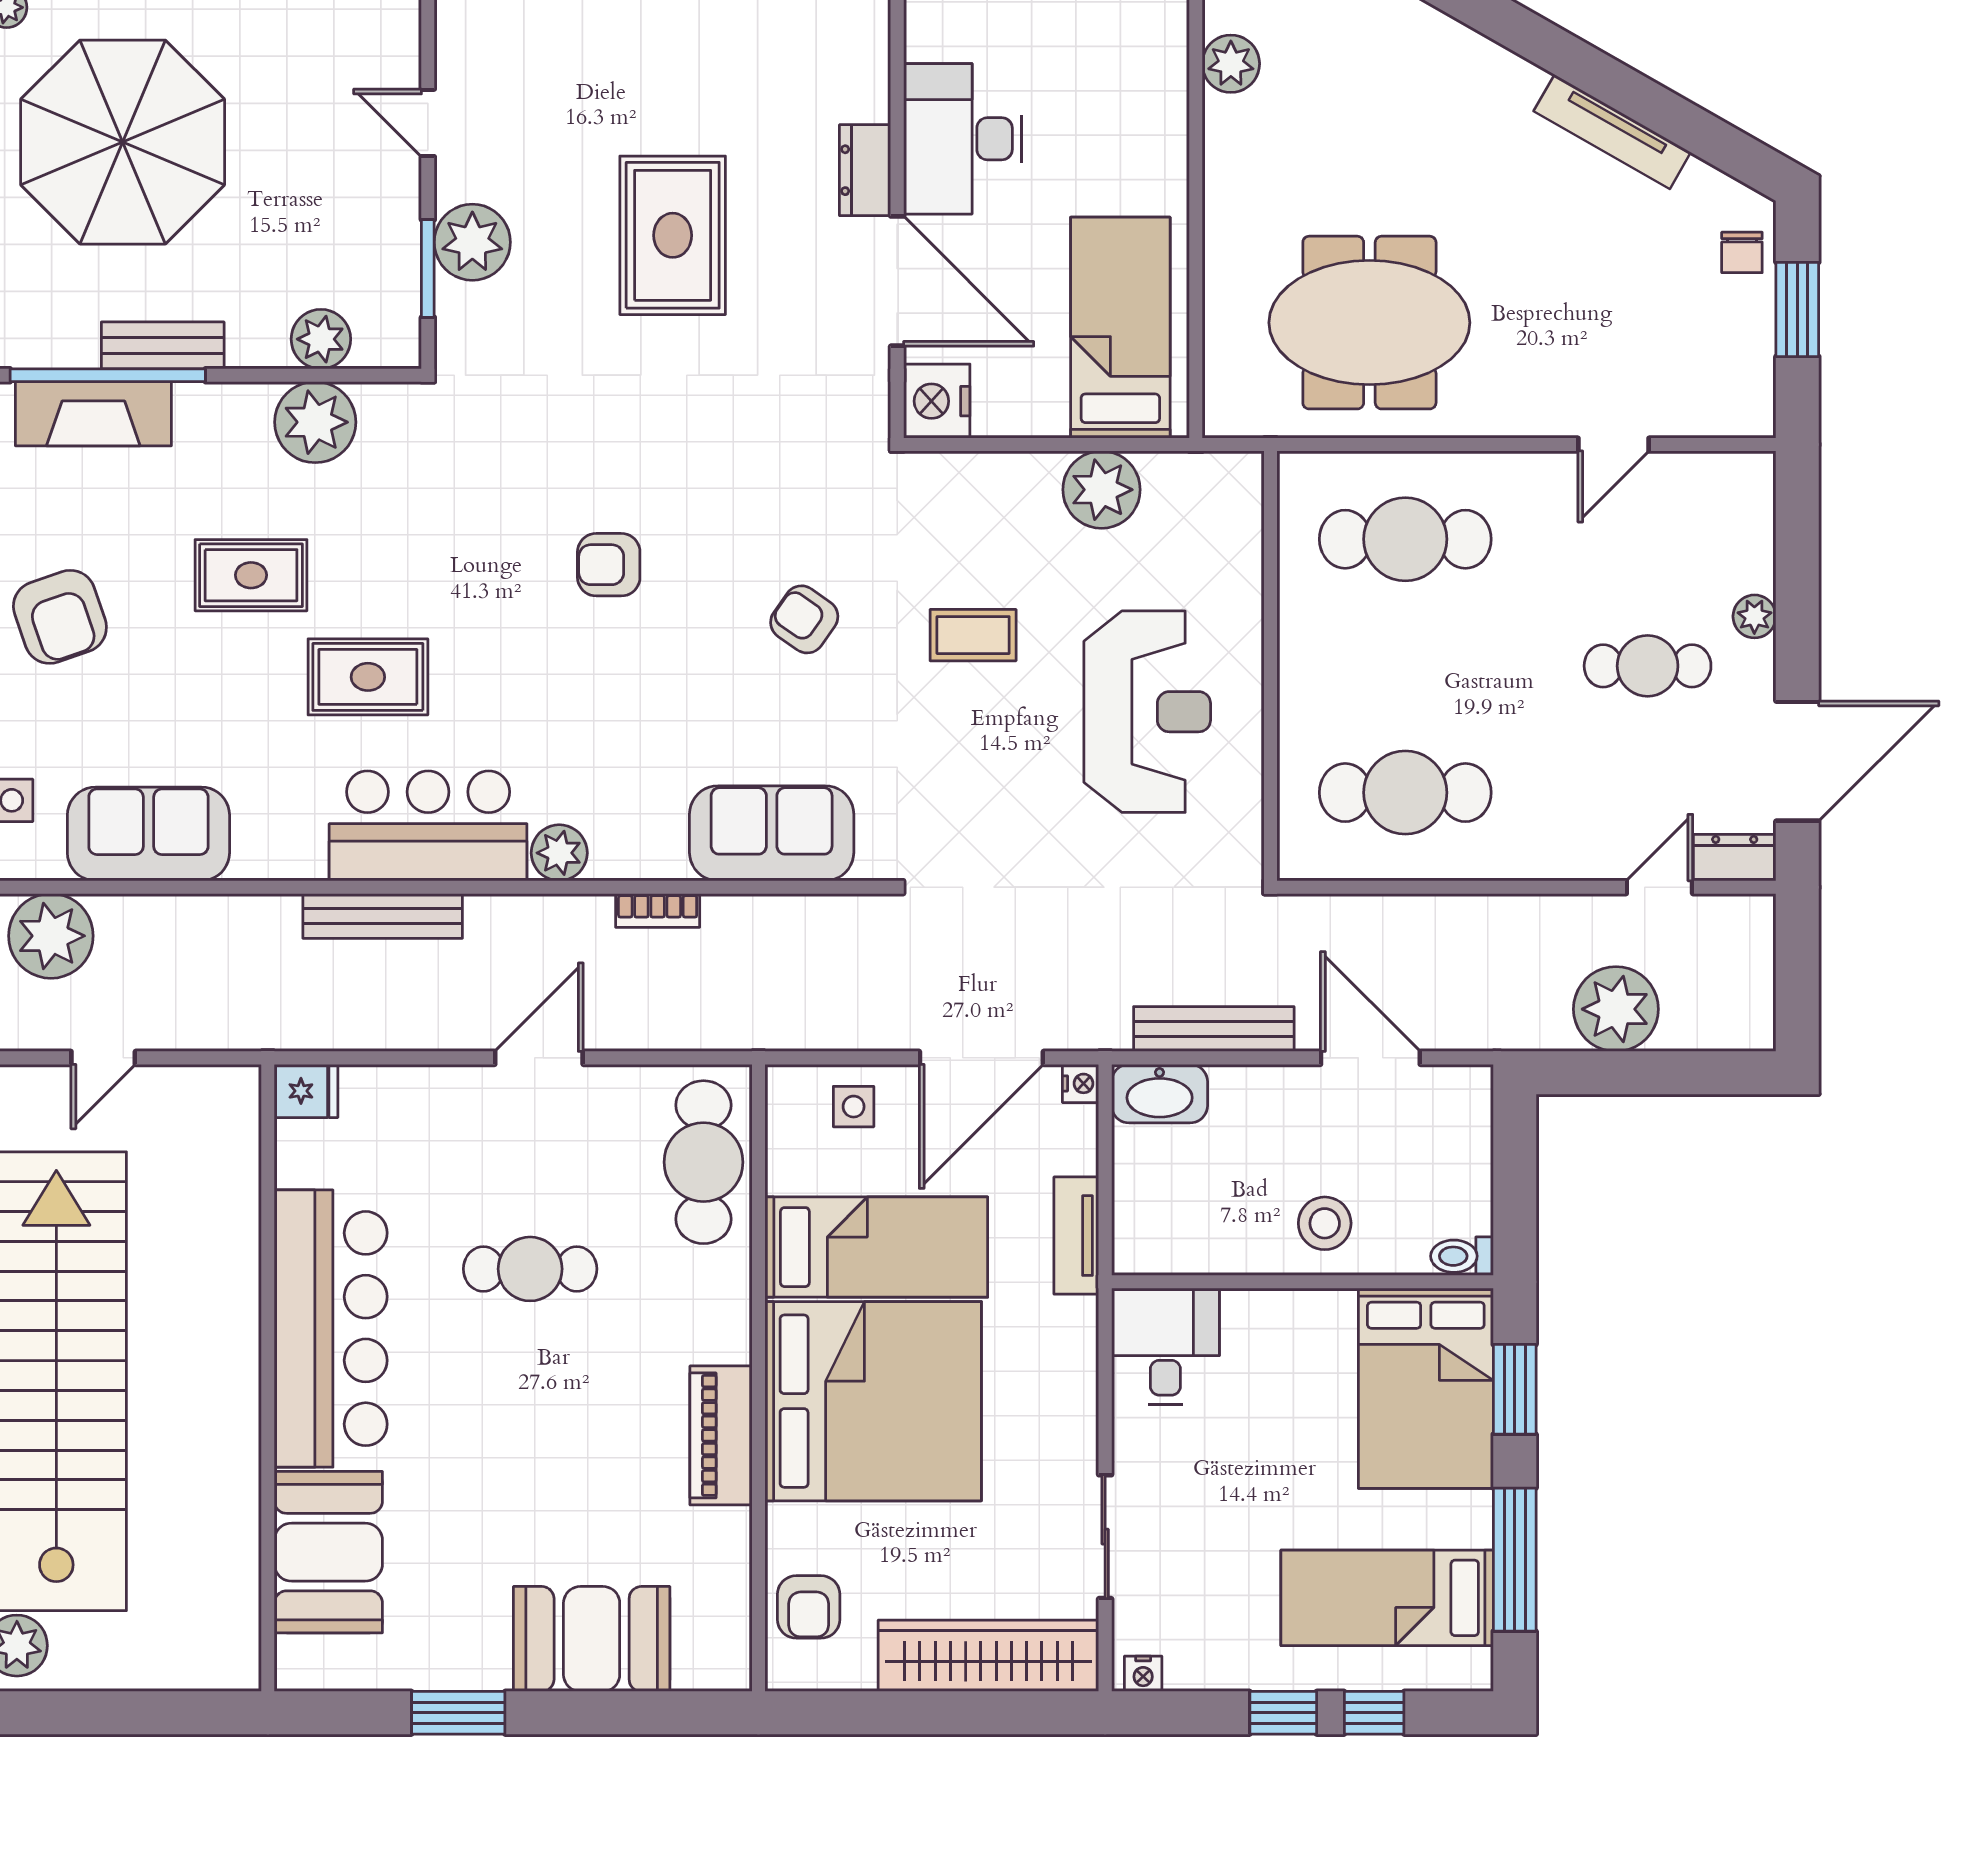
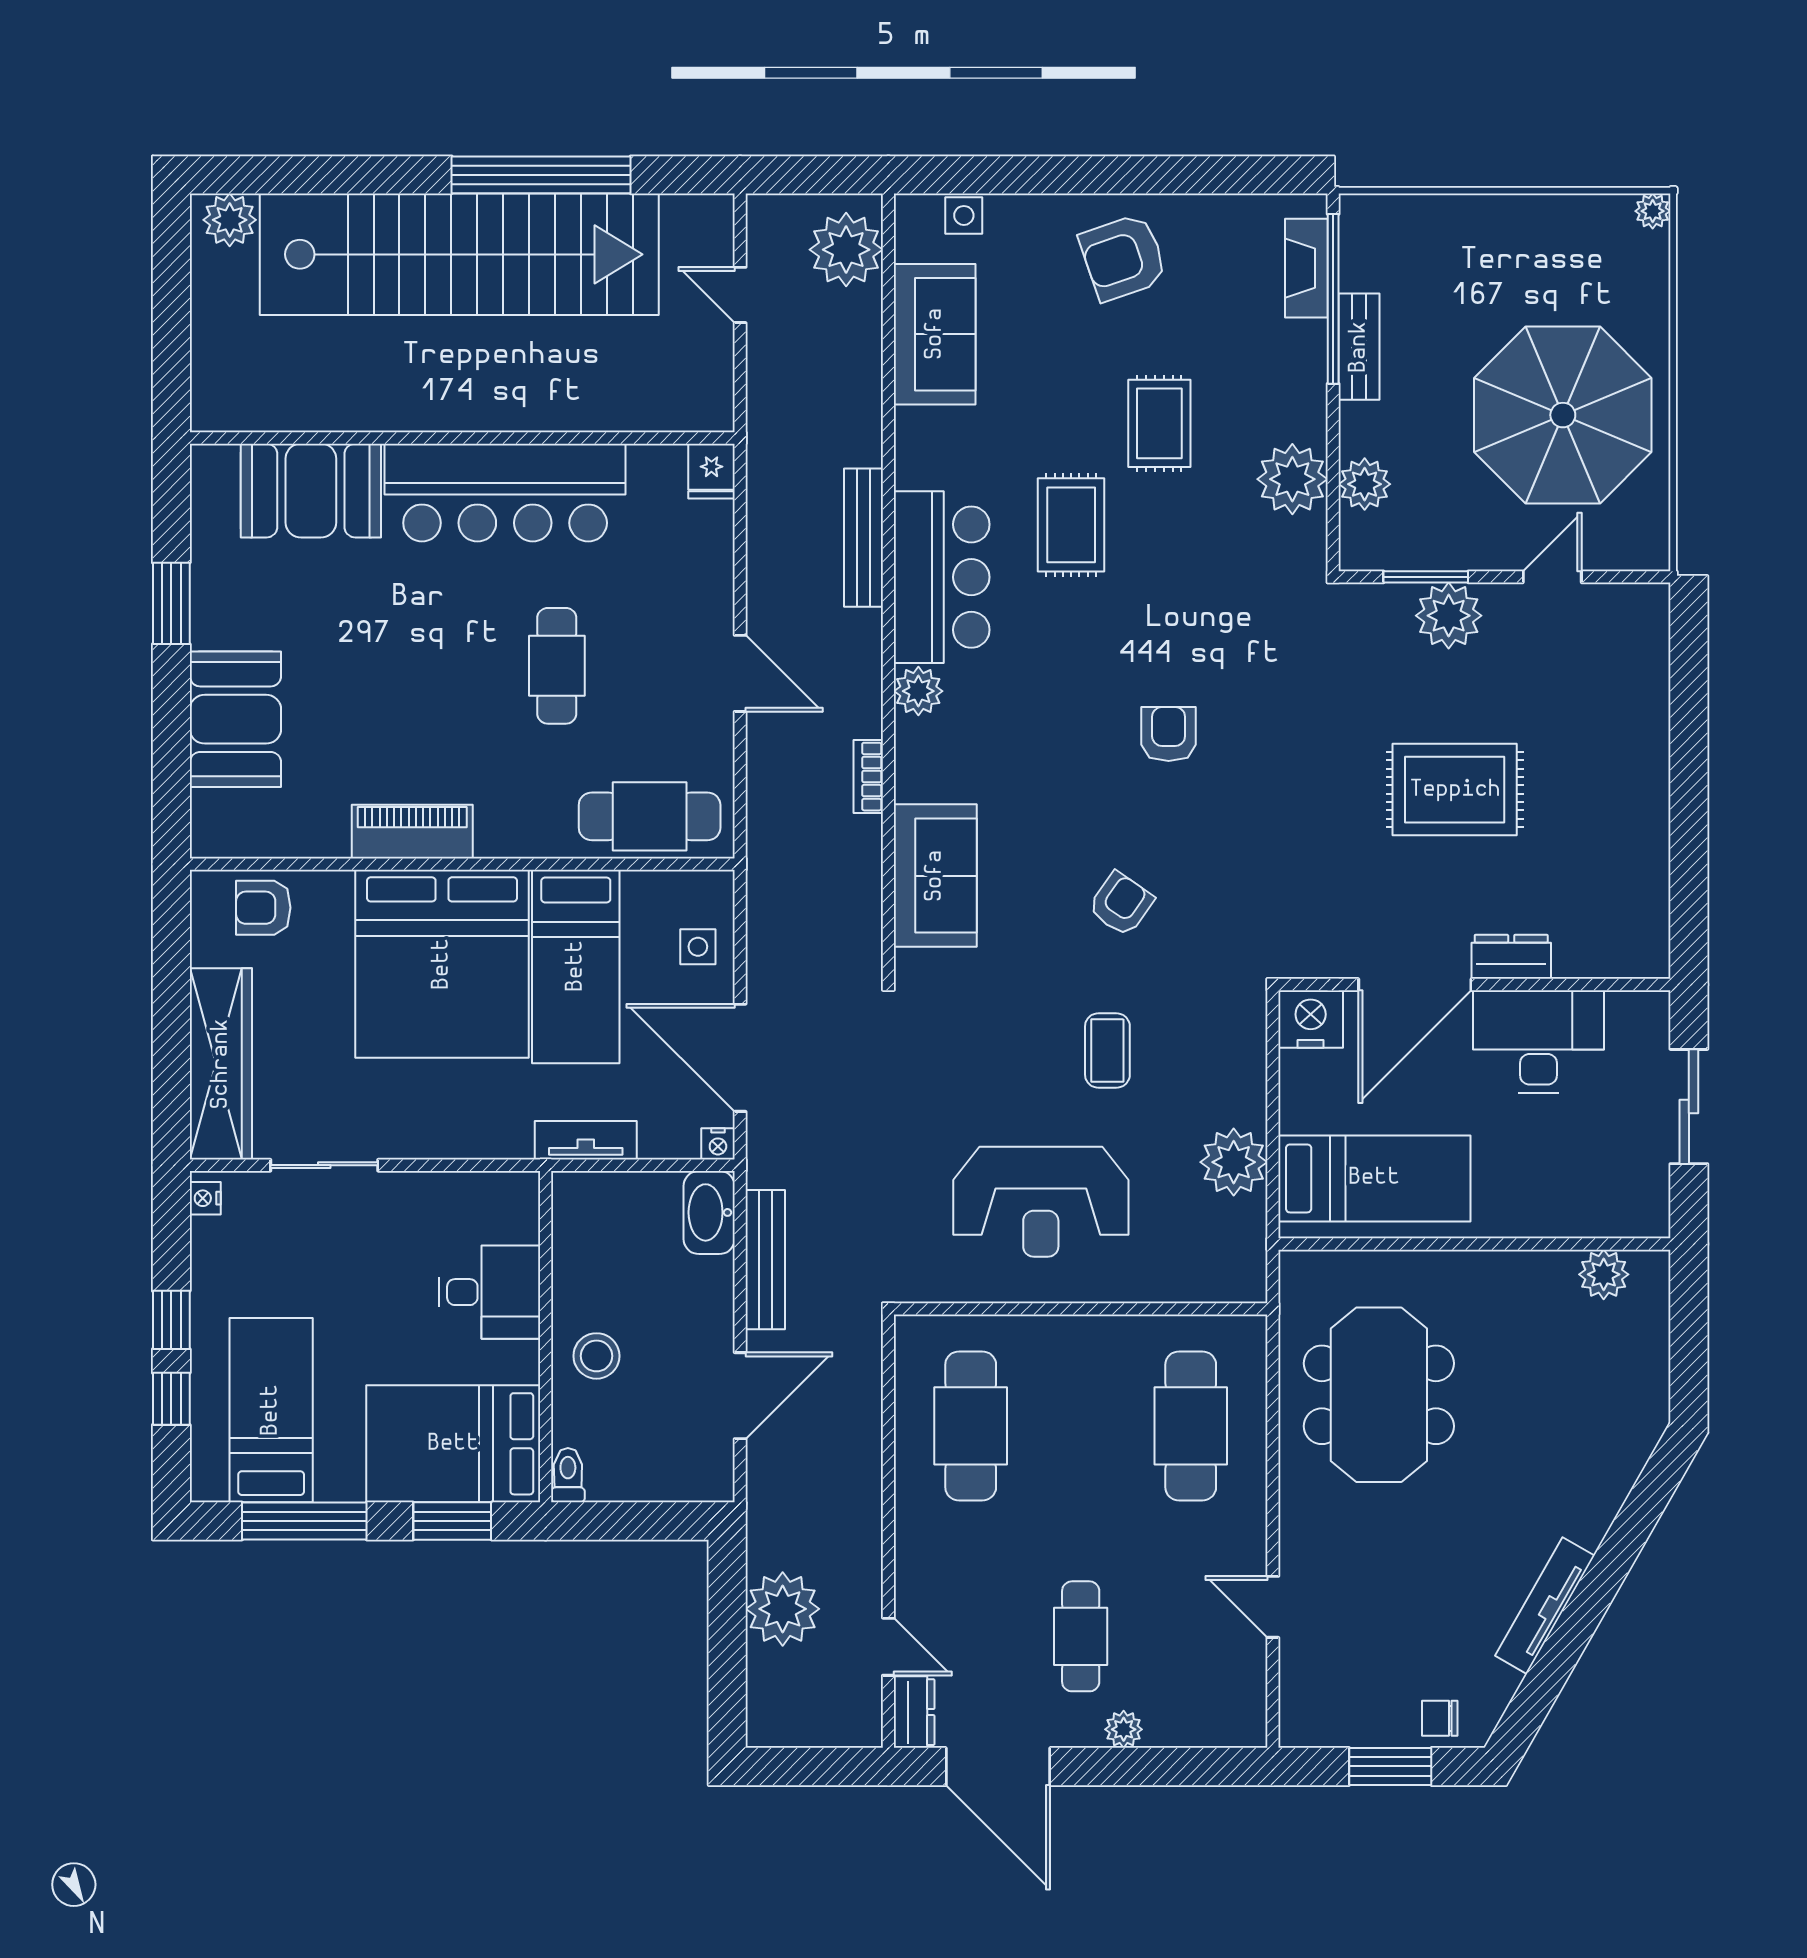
parasol: (123, 142) -> (1563, 415), moved
fireplace: (93, 414) -> (1306, 268), width x0.73, depth x0.76
desk: (1165, 1346) -> (490, 1292), moved

